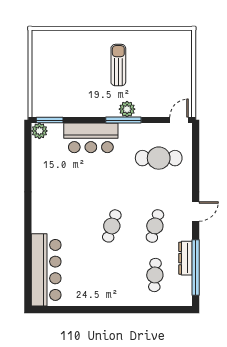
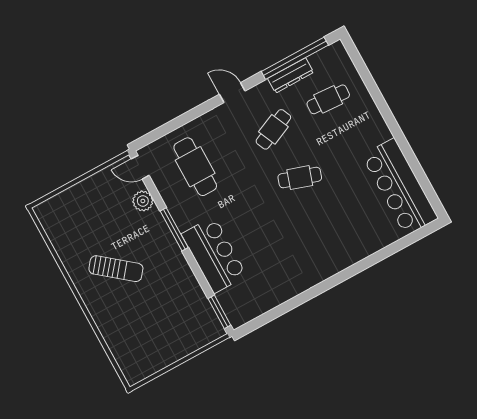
sun lounger: (118, 65) -> (116, 269), turned -141
plant: (127, 109) -> (143, 201), moved
plant: (39, 131) -> (238, 317), removed
cafe table: (155, 226) -> (273, 129), turned -39
bar counter: (46, 270) -> (400, 187), moved, turned -90

